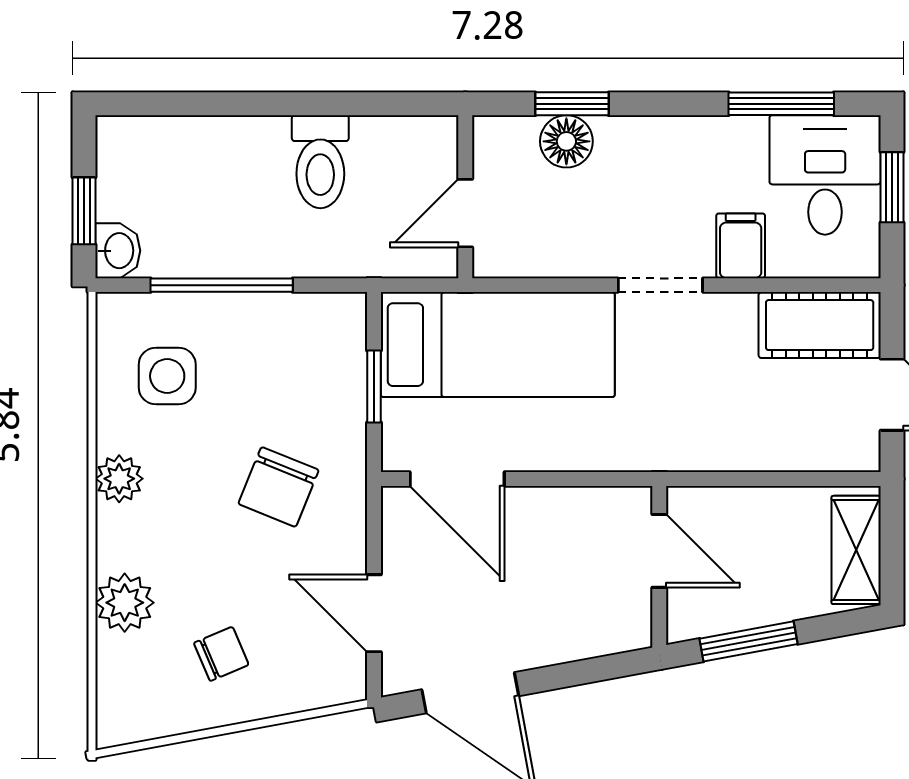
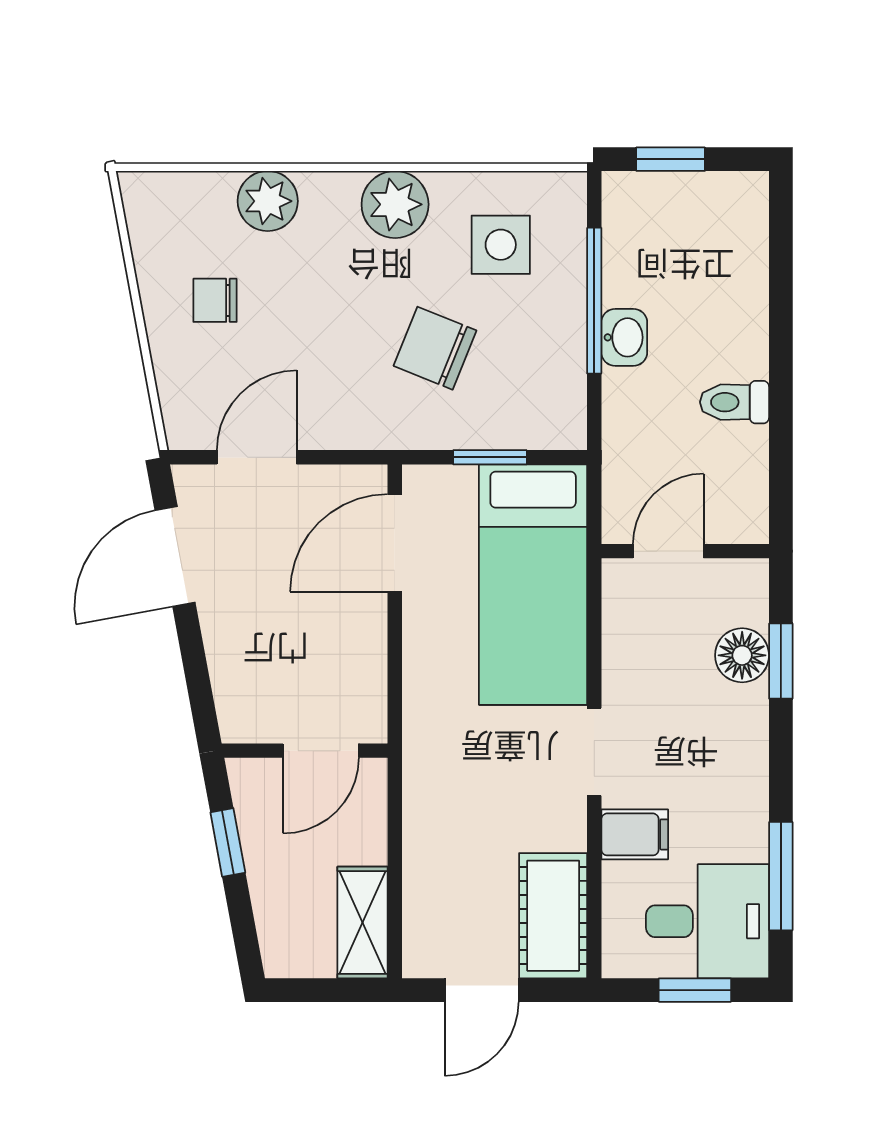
toilet: (320, 162) -> (735, 402), width x0.73, depth x0.72
door: (465, 213) -> (668, 551), hinge flipped
washbasin: (118, 251) -> (624, 337), moved, turned -90
plant: (119, 479) -> (395, 204), width x1.38, depth x1.38
chair: (279, 487) -> (435, 348), moved
shelving: (856, 550) -> (363, 923), moved, turned 90
window: (749, 641) -> (228, 843), width x0.67
chair: (221, 654) -> (215, 300), turned 113

